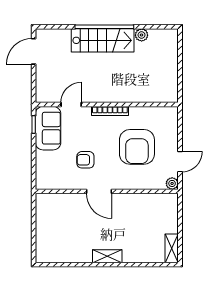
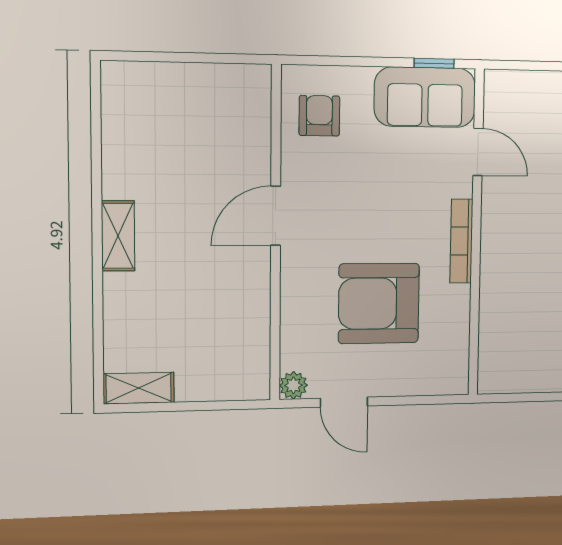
armchair: (85, 160) -> (319, 116), moved

